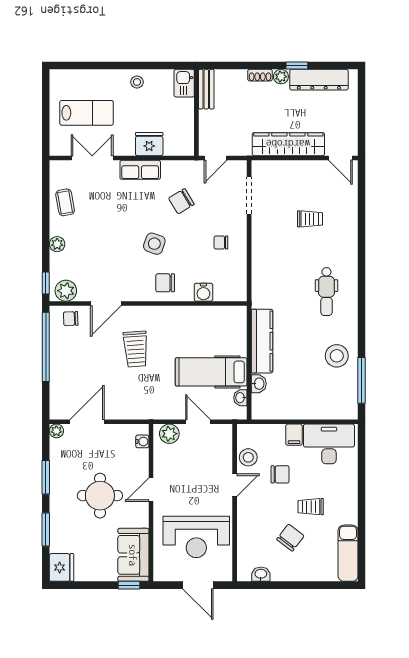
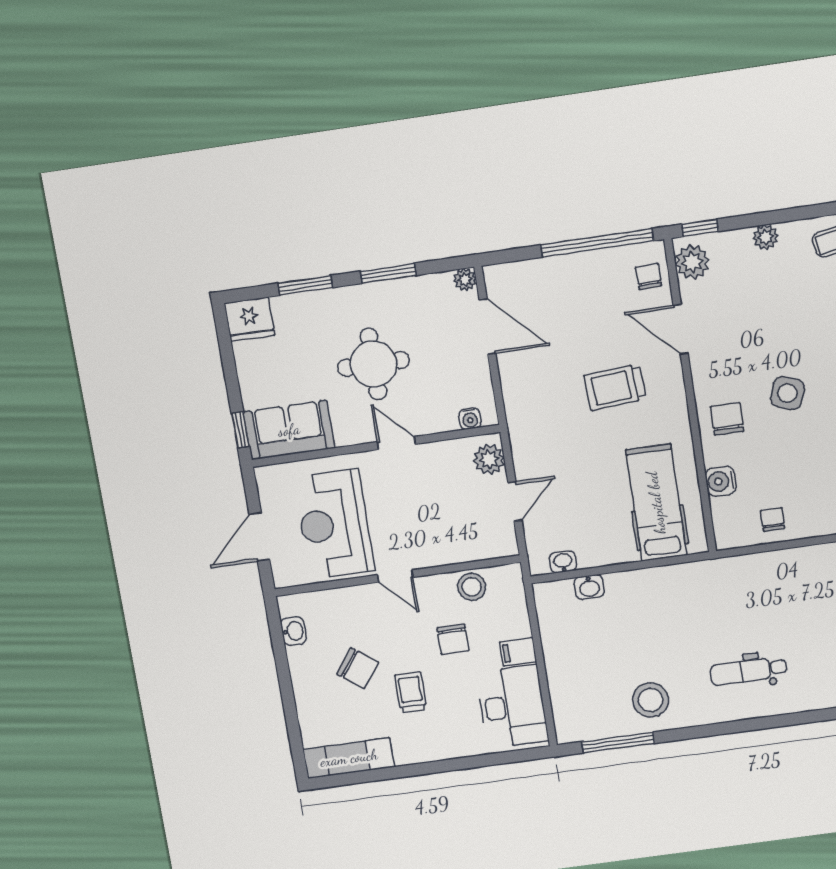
chair: (221, 242) -> (773, 520), moved
kitchen counter: (262, 341) -> (657, 583), removed
hospital bed: (211, 372) -> (656, 503), moved
door: (235, 485) -> (395, 576), moved

